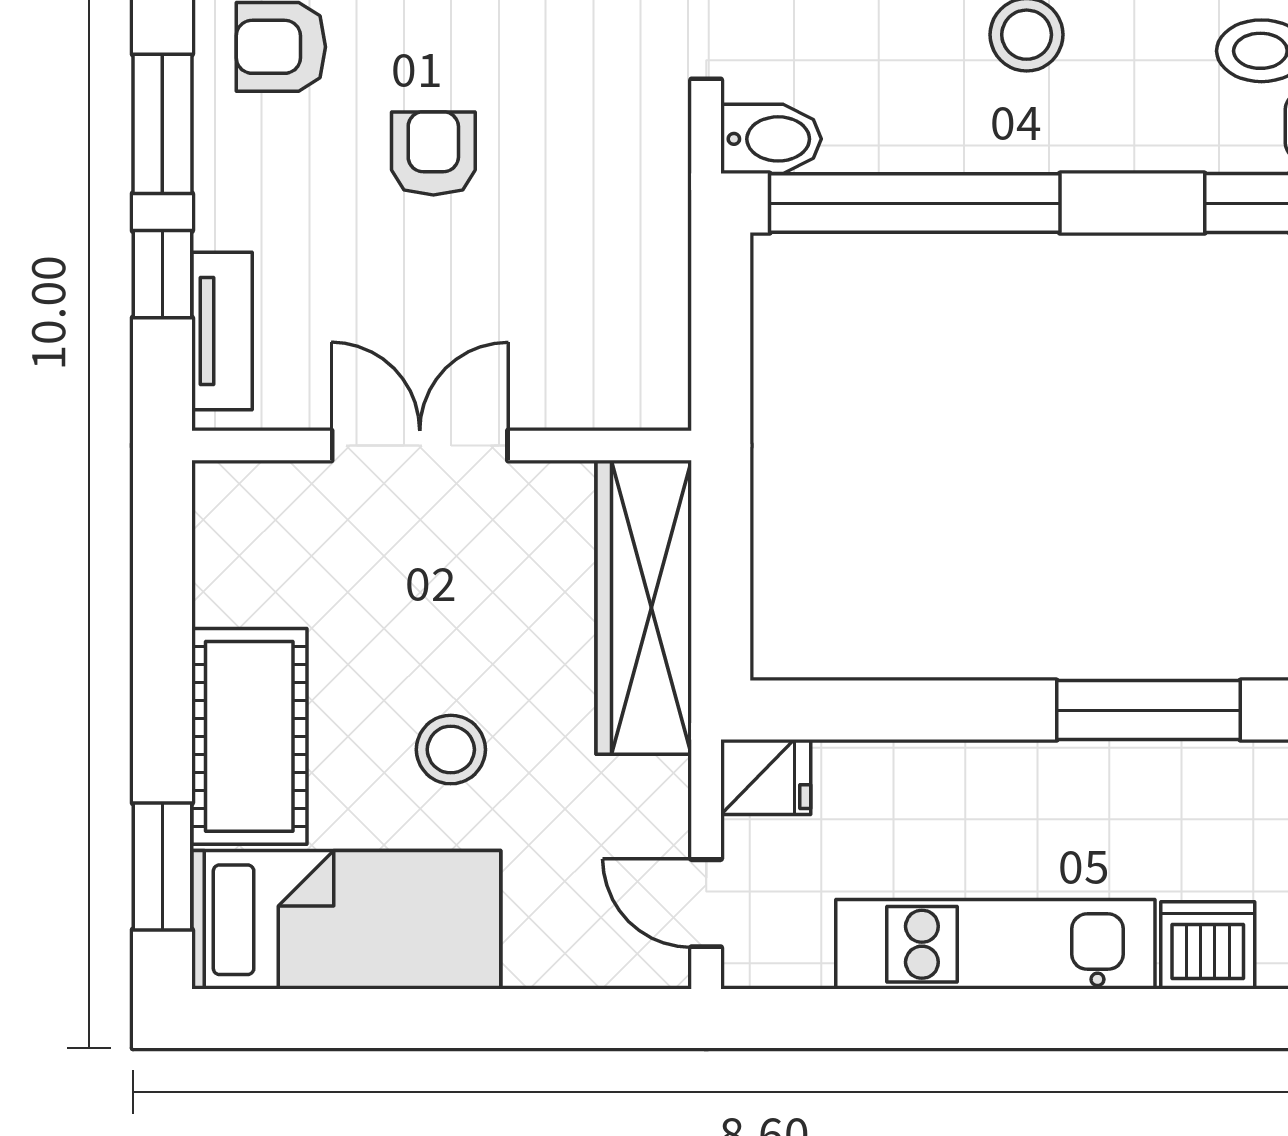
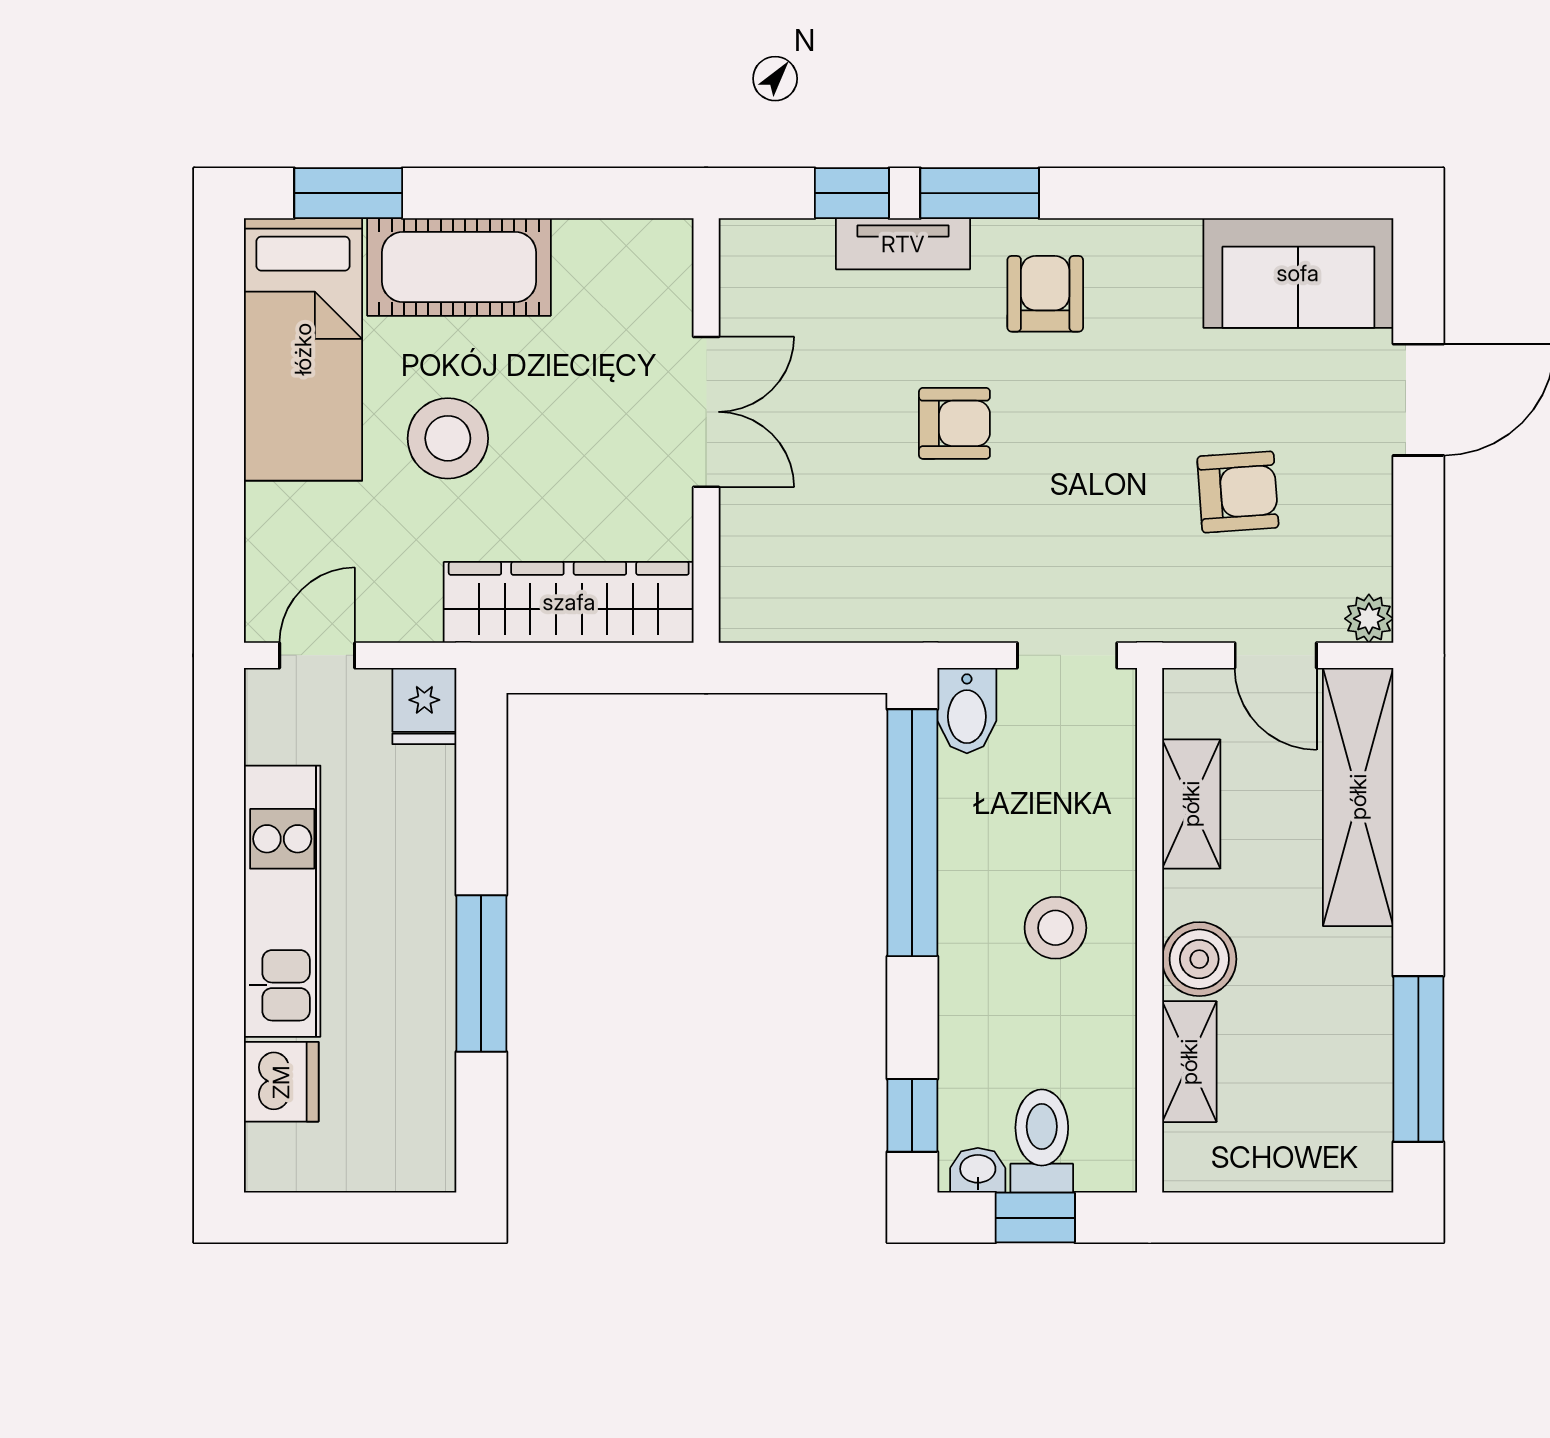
tv unit: (222, 331) -> (903, 244), moved
window: (1149, 710) -> (481, 974), moved
stool: (451, 750) -> (448, 438), width x1.38, depth x1.38

